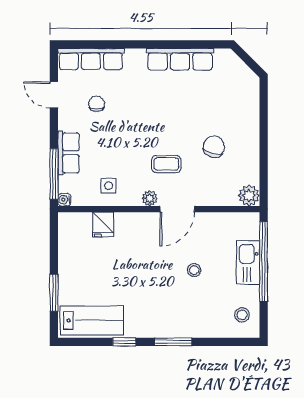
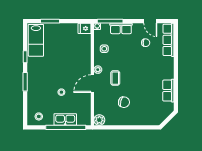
row of seats: (180, 59) -> (168, 91), width x0.68
door: (54, 95) -> (150, 21), swing flipped
door: (177, 209) -> (92, 84), hinge flipped
fridge: (103, 225) -> (85, 28), moved

